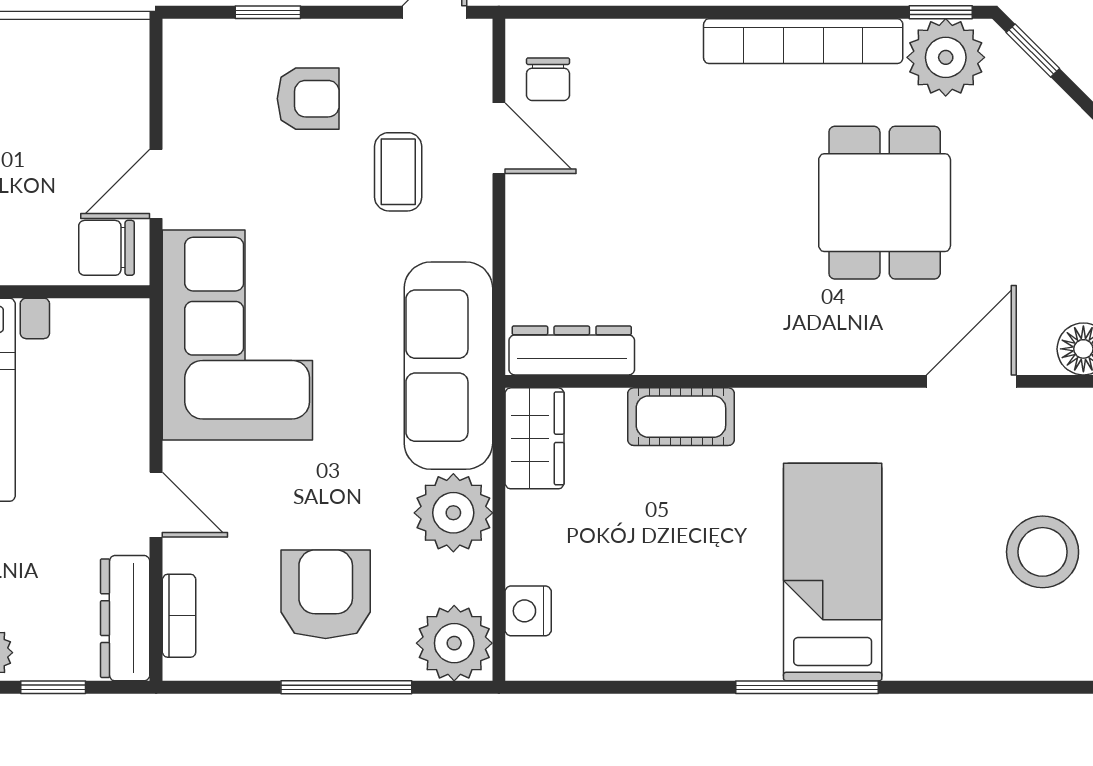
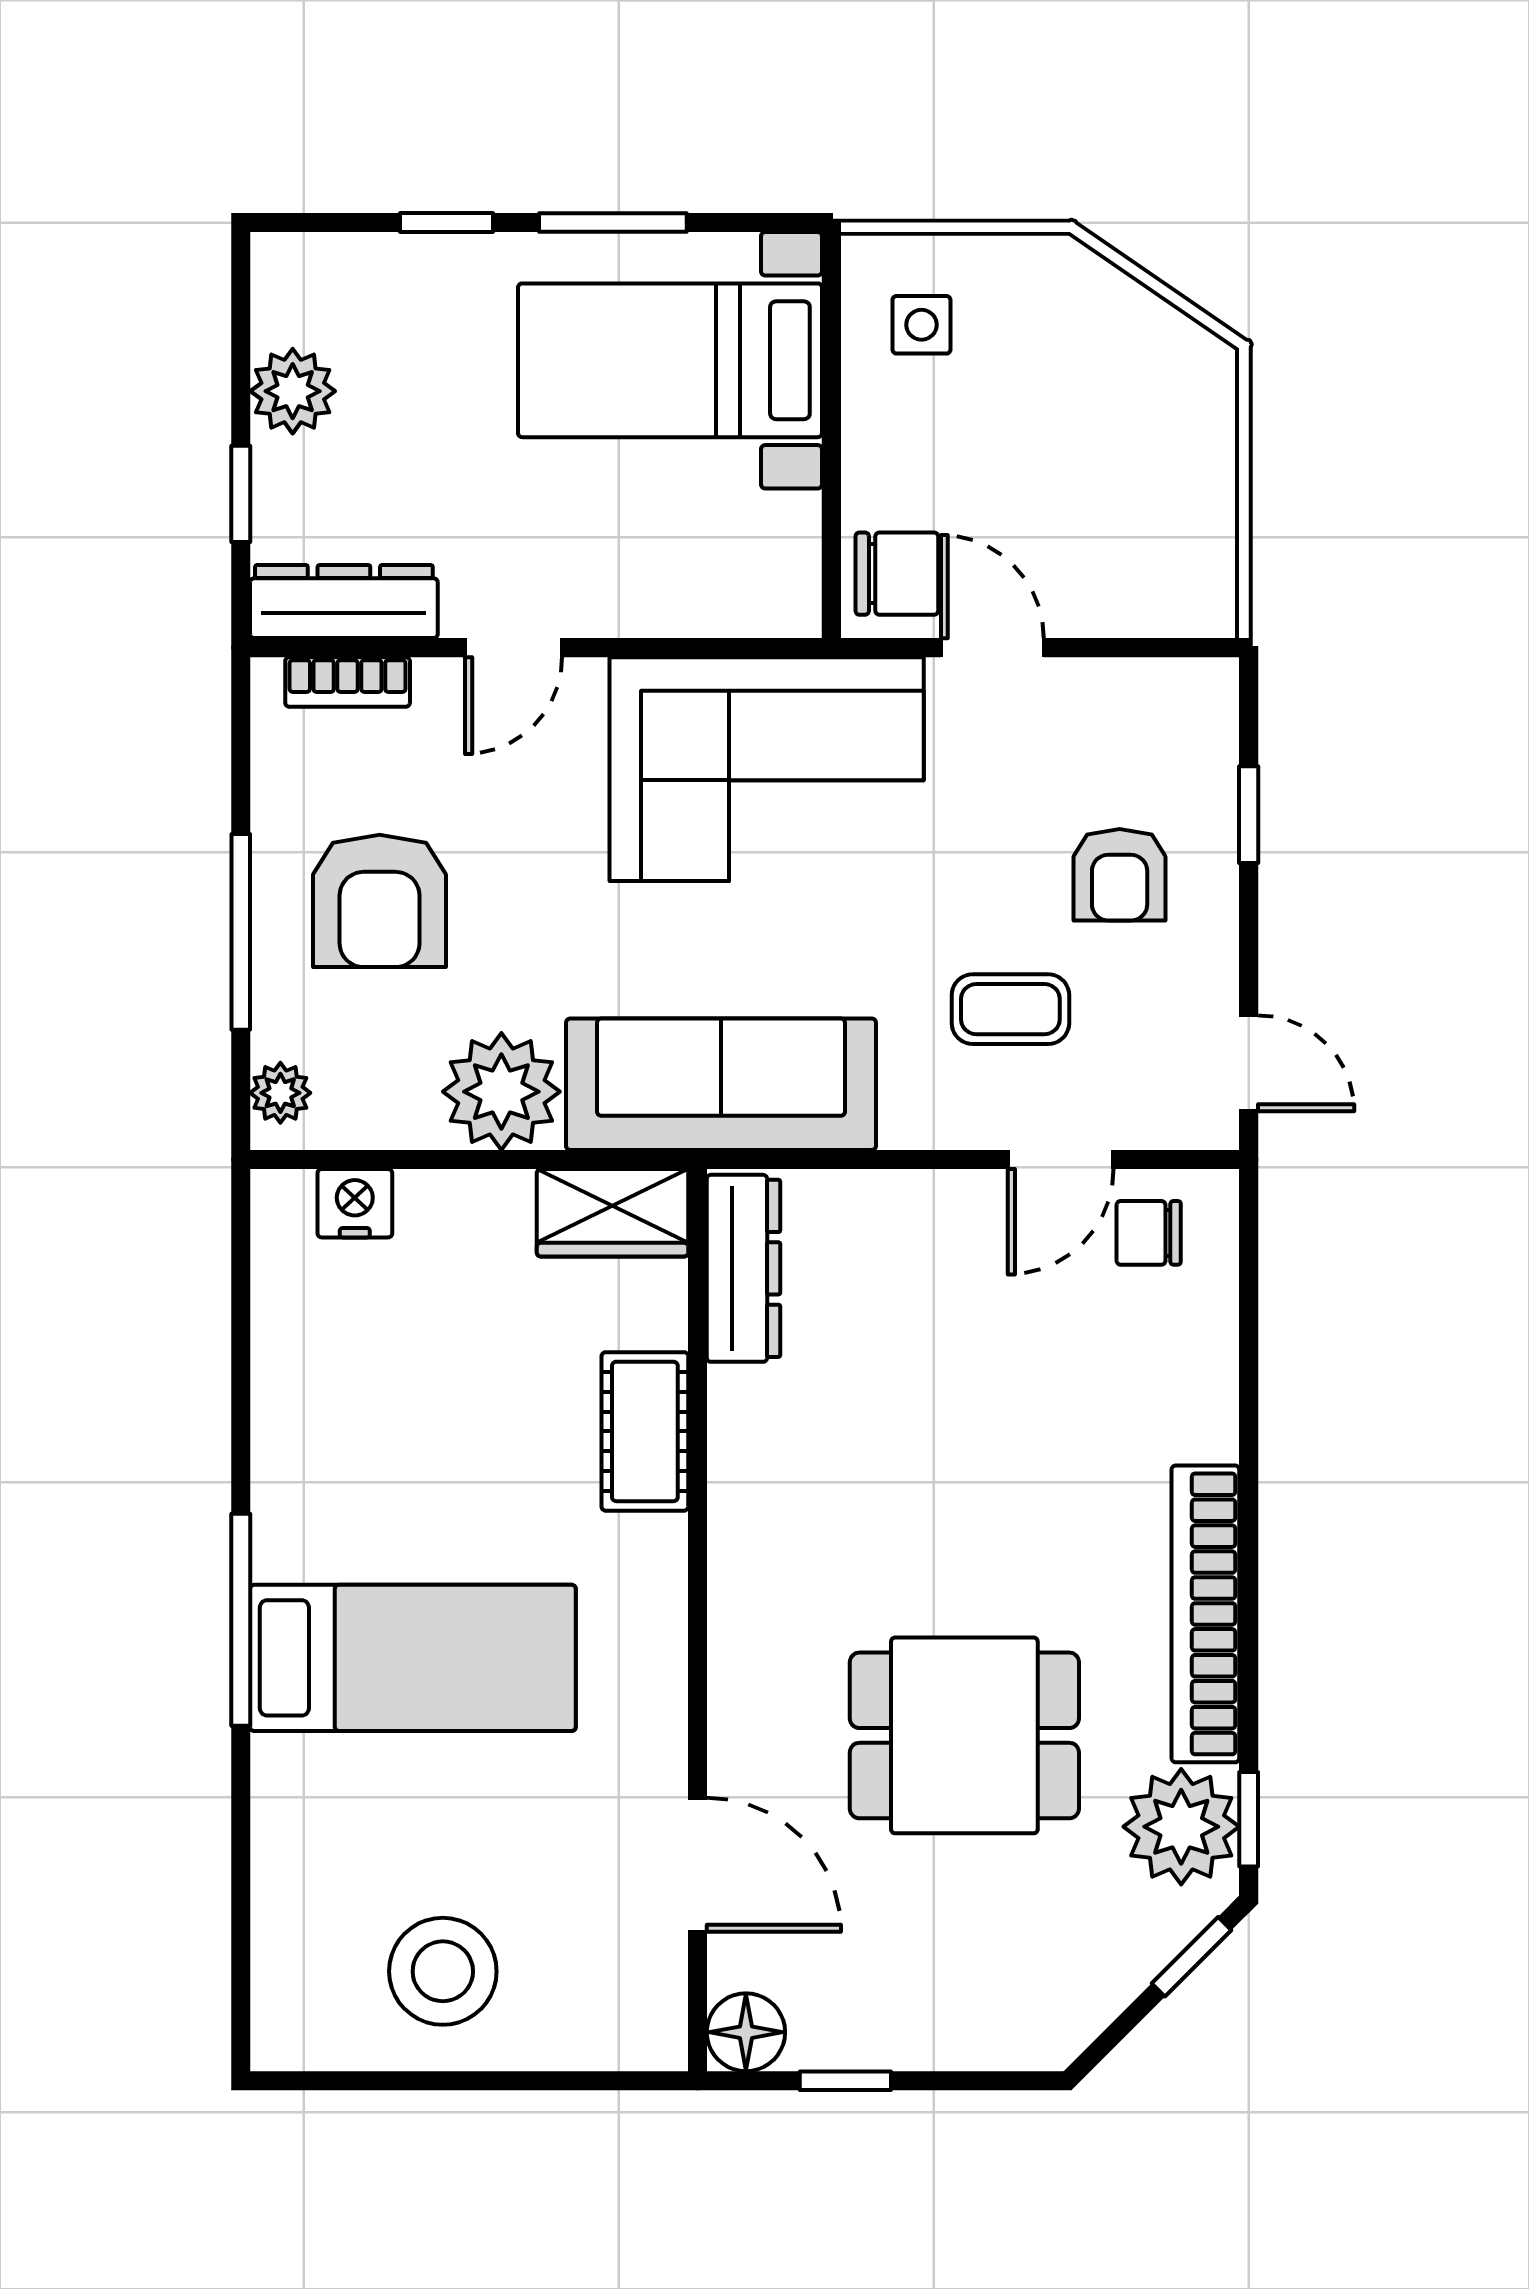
chair: (106, 248) -> (897, 574), turned 90
armchair: (326, 594) -> (380, 901), turned 90
plant: (454, 643) -> (280, 1093), width x0.53, depth x0.53

